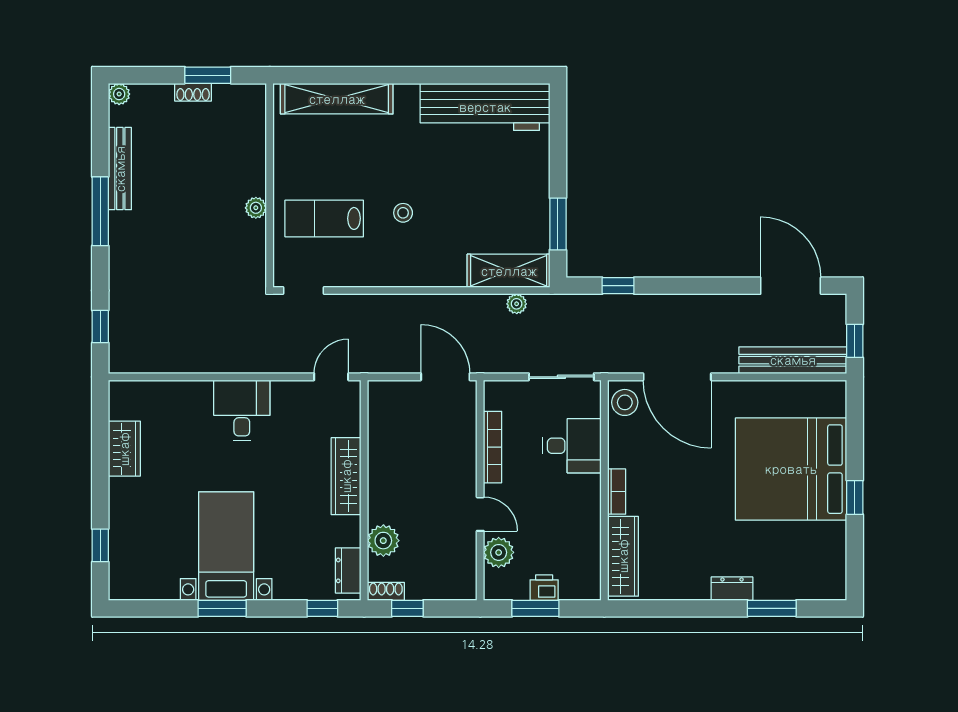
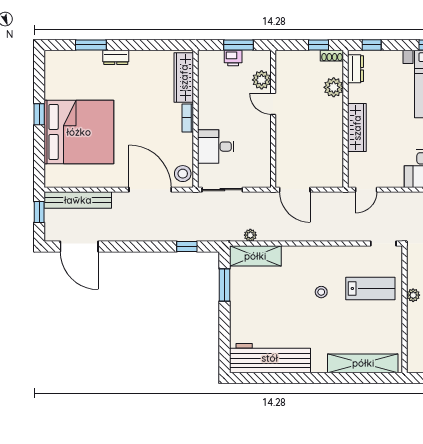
bookcase: (493, 447) -> (265, 146), removed

